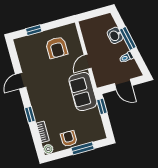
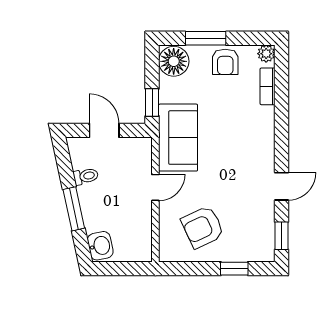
washbasin: (115, 35) -> (100, 246), moved
armchair: (57, 47) -> (203, 227), turned -115
window: (30, 115) -> (282, 236), moved
floor lamp: (96, 131) -> (174, 61), added

